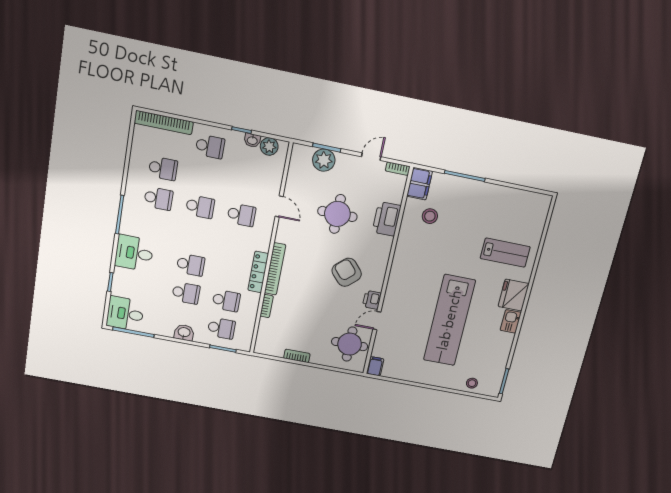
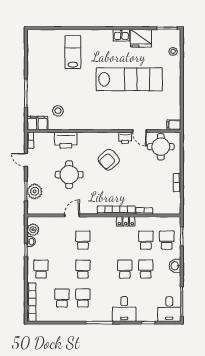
locker: (258, 272) -> (126, 221), width x0.66
fridge: (514, 295) -> (141, 38), moved

